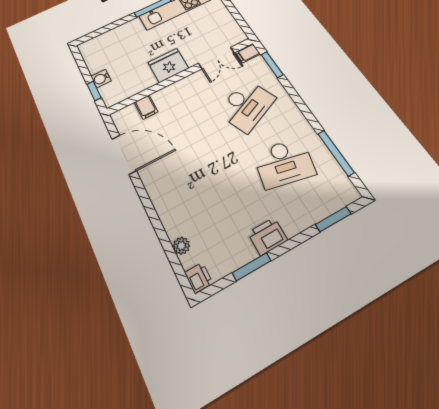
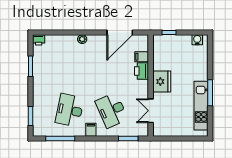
filing cabinet: (248, 53) -> (91, 130), moved
water cooler: (101, 78) -> (197, 40), moved
printer: (268, 236) -> (142, 71), moved, turned 180
plant: (181, 246) -> (82, 39), moved

